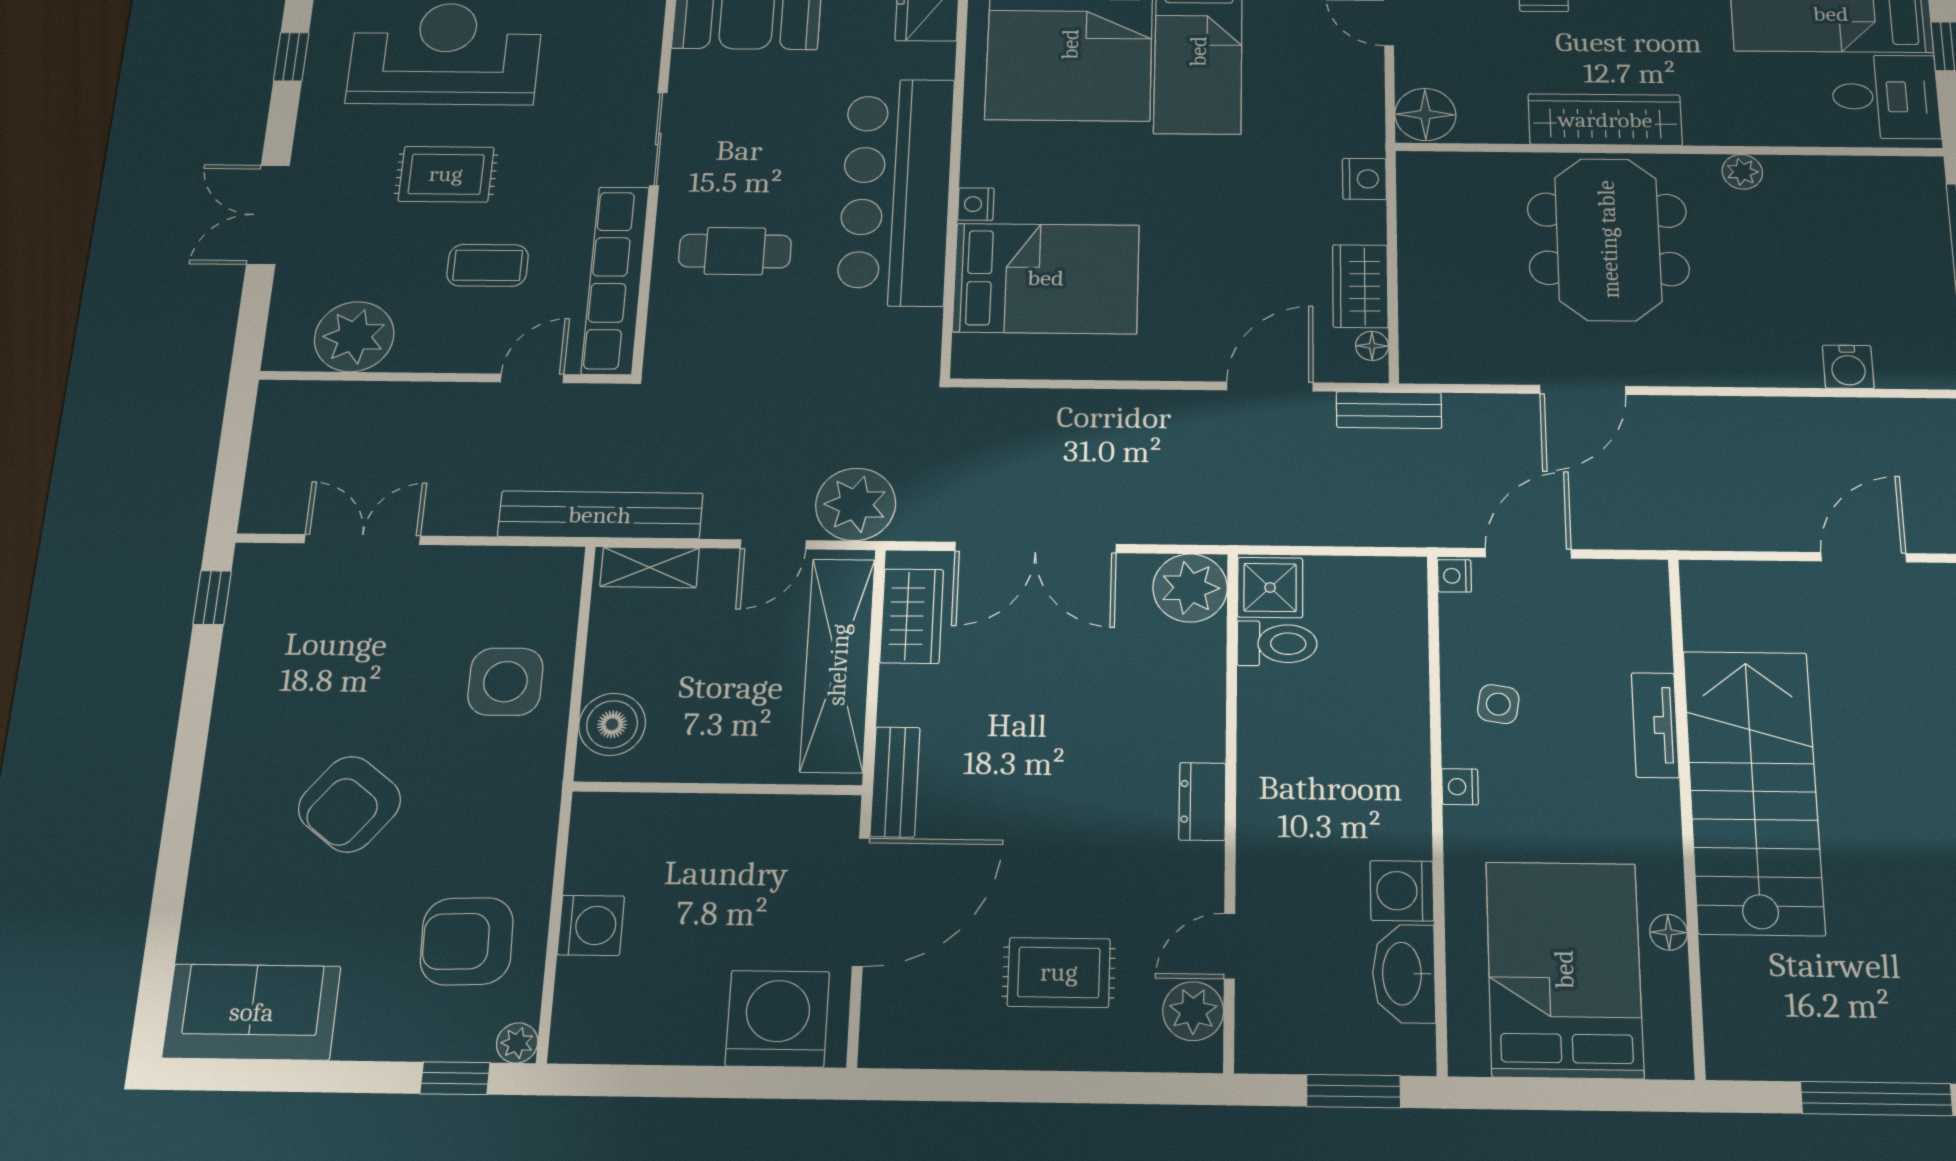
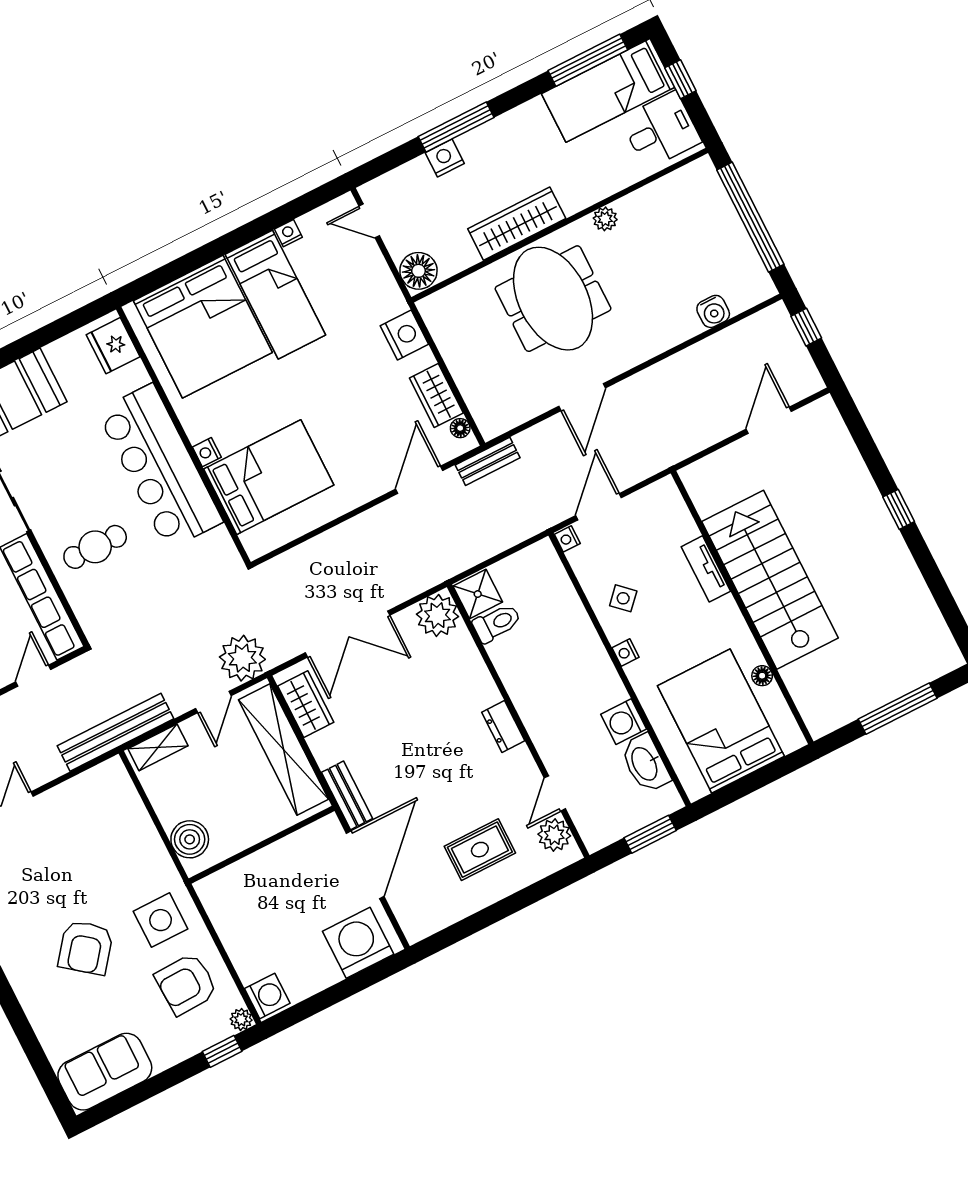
nightstand: (1364, 179) -> (404, 335), width x1.36, depth x1.33
side table: (505, 682) -> (161, 920), moved
side table: (1498, 704) -> (623, 598), turned 34
washing machine: (591, 925) -> (267, 996), moved

